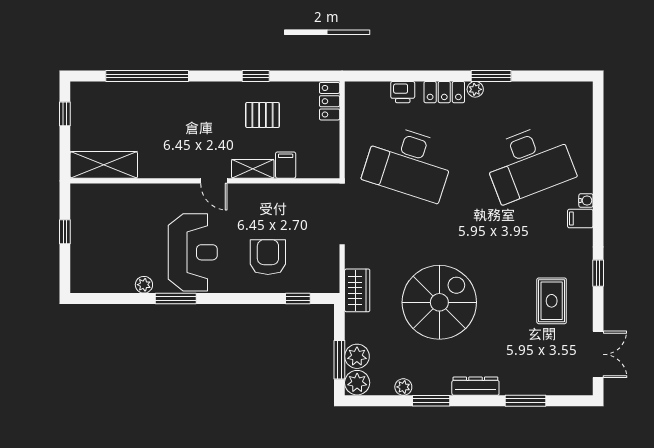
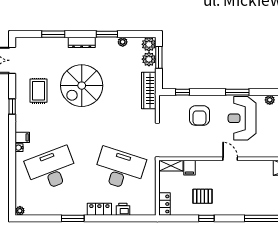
plant: (475, 89) -> (20, 211), moved
shelving: (253, 169) -> (171, 166), moved
wardrobe: (357, 290) -> (149, 91), width x1.50
window: (176, 299) -> (237, 92), moved
spiral stairs: (439, 302) -> (82, 86), moved

